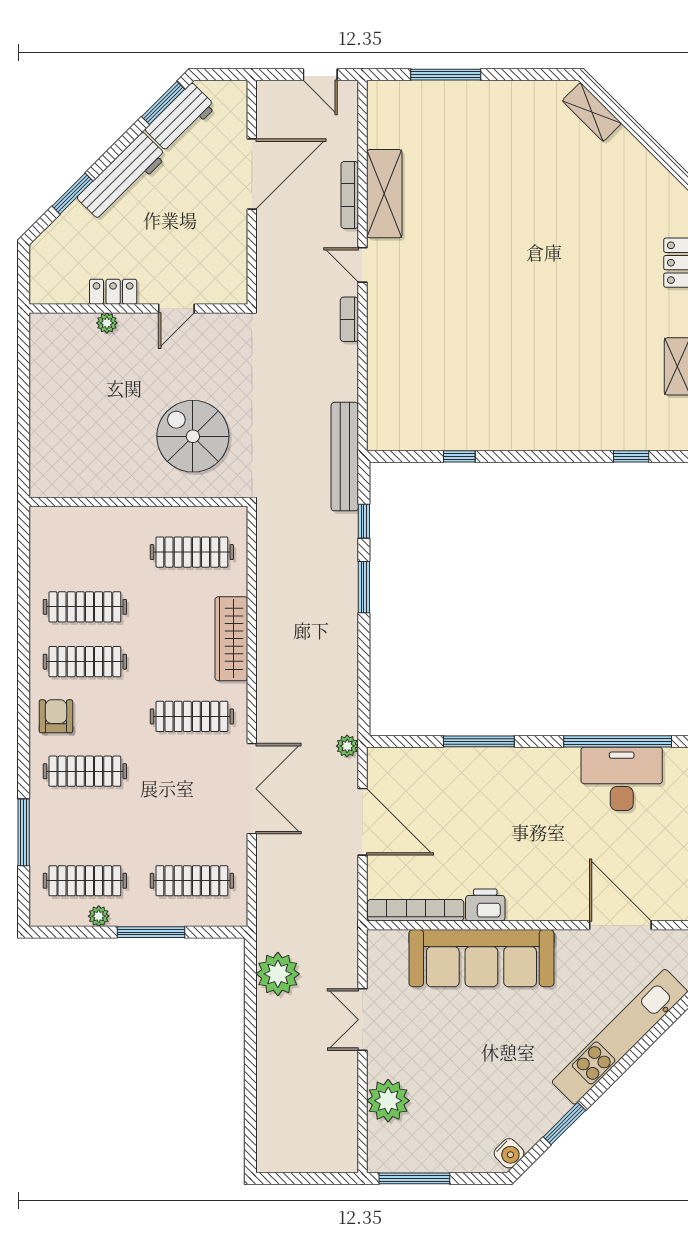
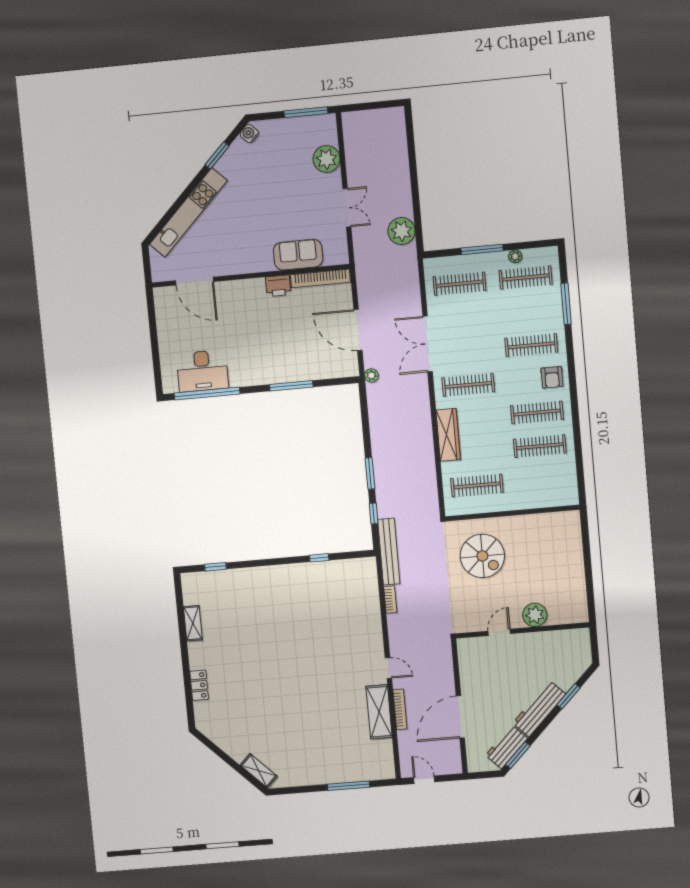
locker: (113, 292) -> (539, 639), removed
bookcase: (349, 319) -> (390, 600), moved
plant: (107, 323) -> (535, 615), width x1.88, depth x1.88
sofa: (481, 958) -> (298, 255), width x0.54, depth x0.79

